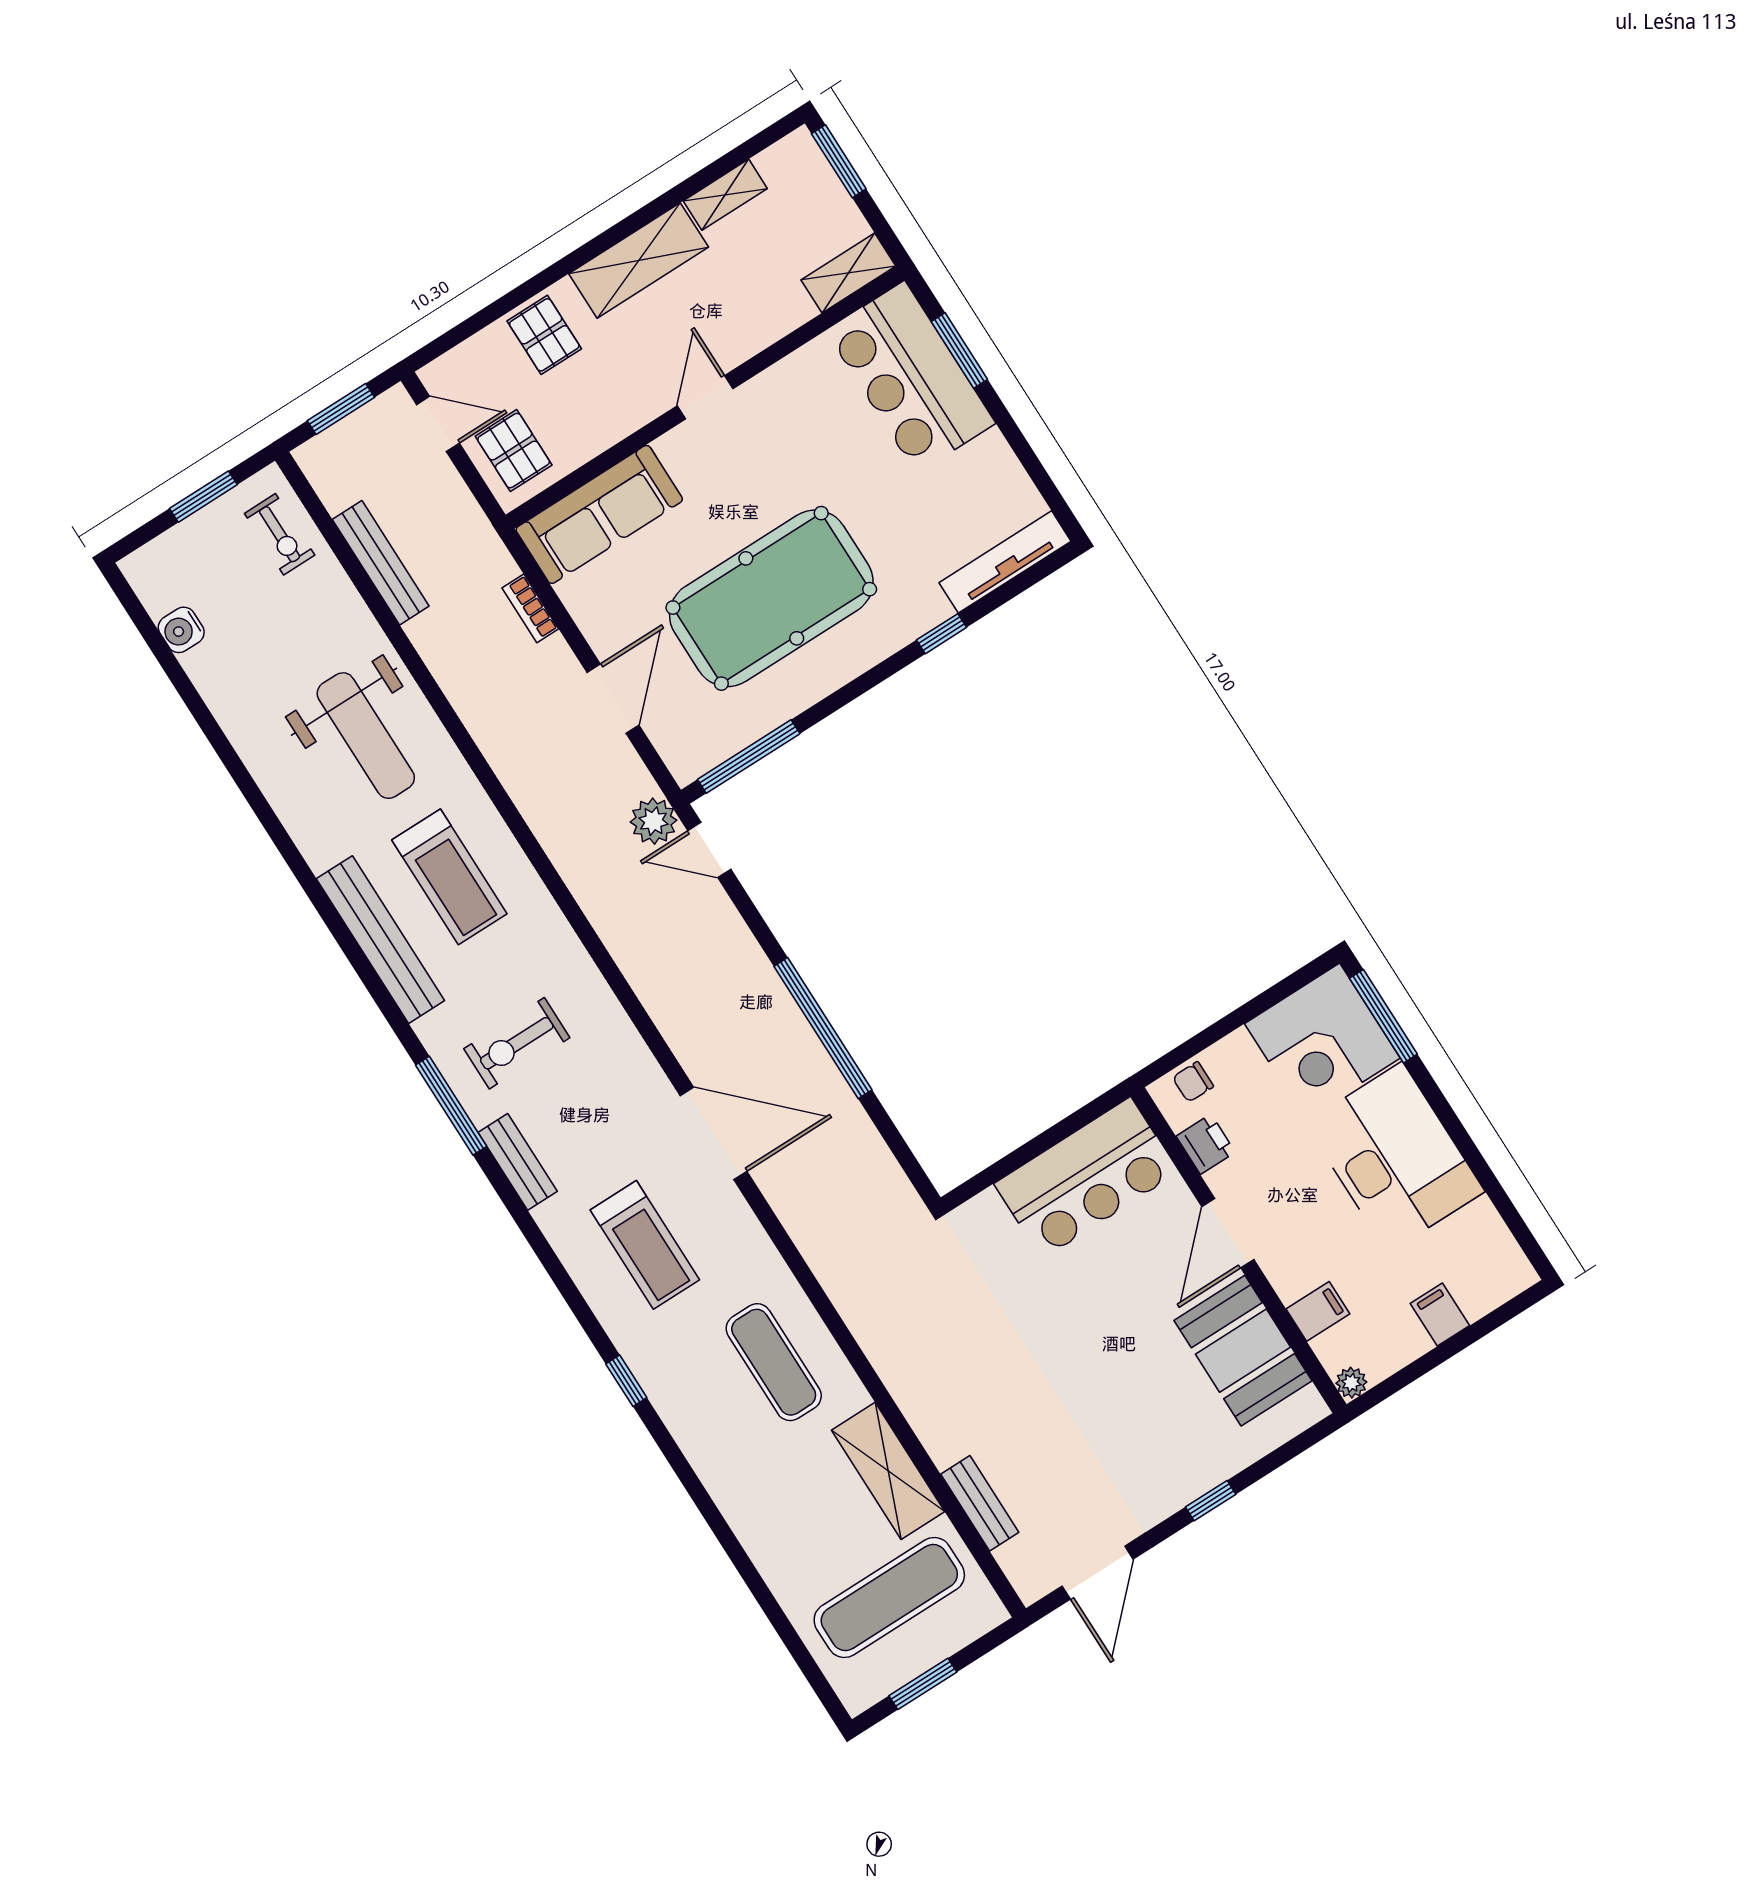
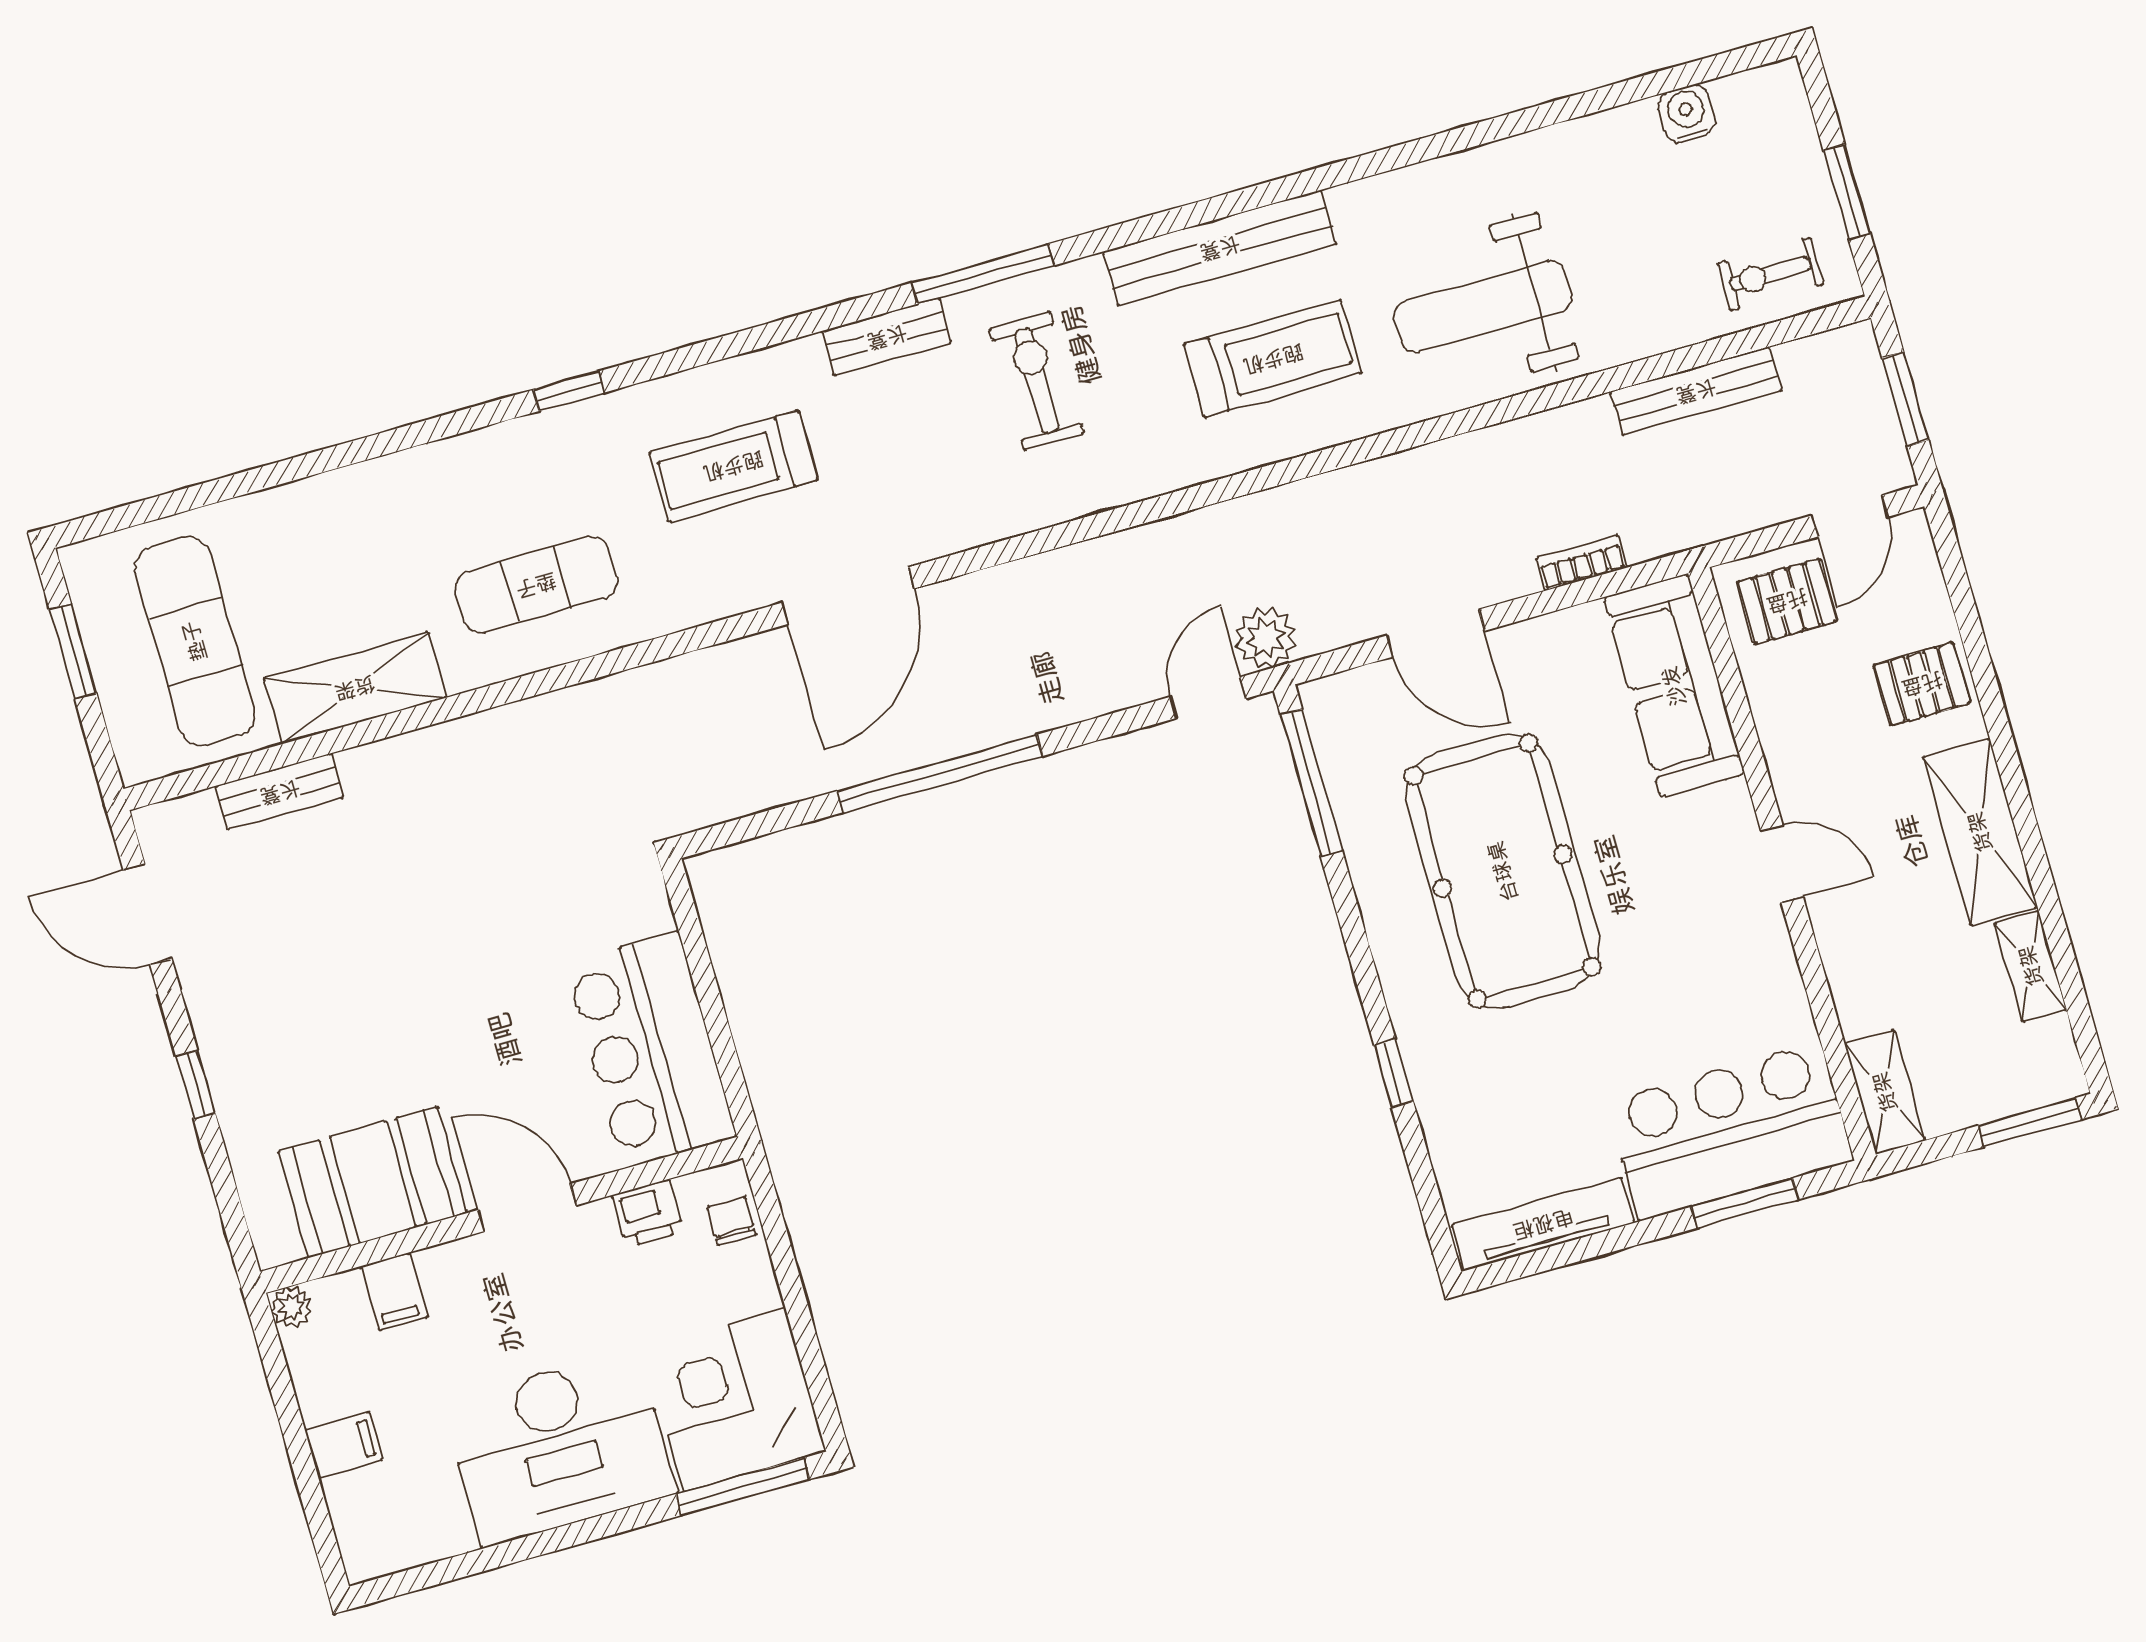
tv unit: (1005, 562) -> (1543, 1224), moved, turned -90
treadmill: (449, 877) -> (1273, 359), turned 180

